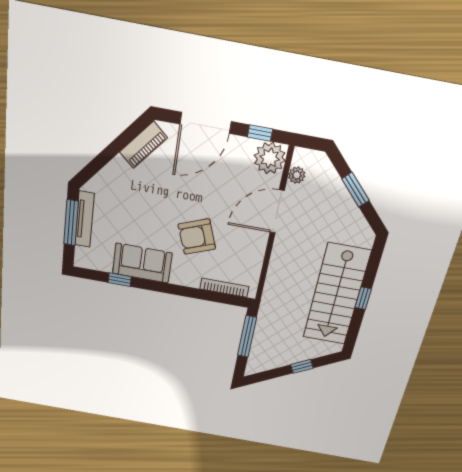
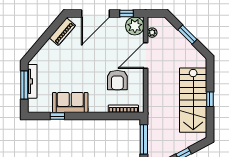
armchair: (197, 237) -> (117, 80), moved, turned -69

